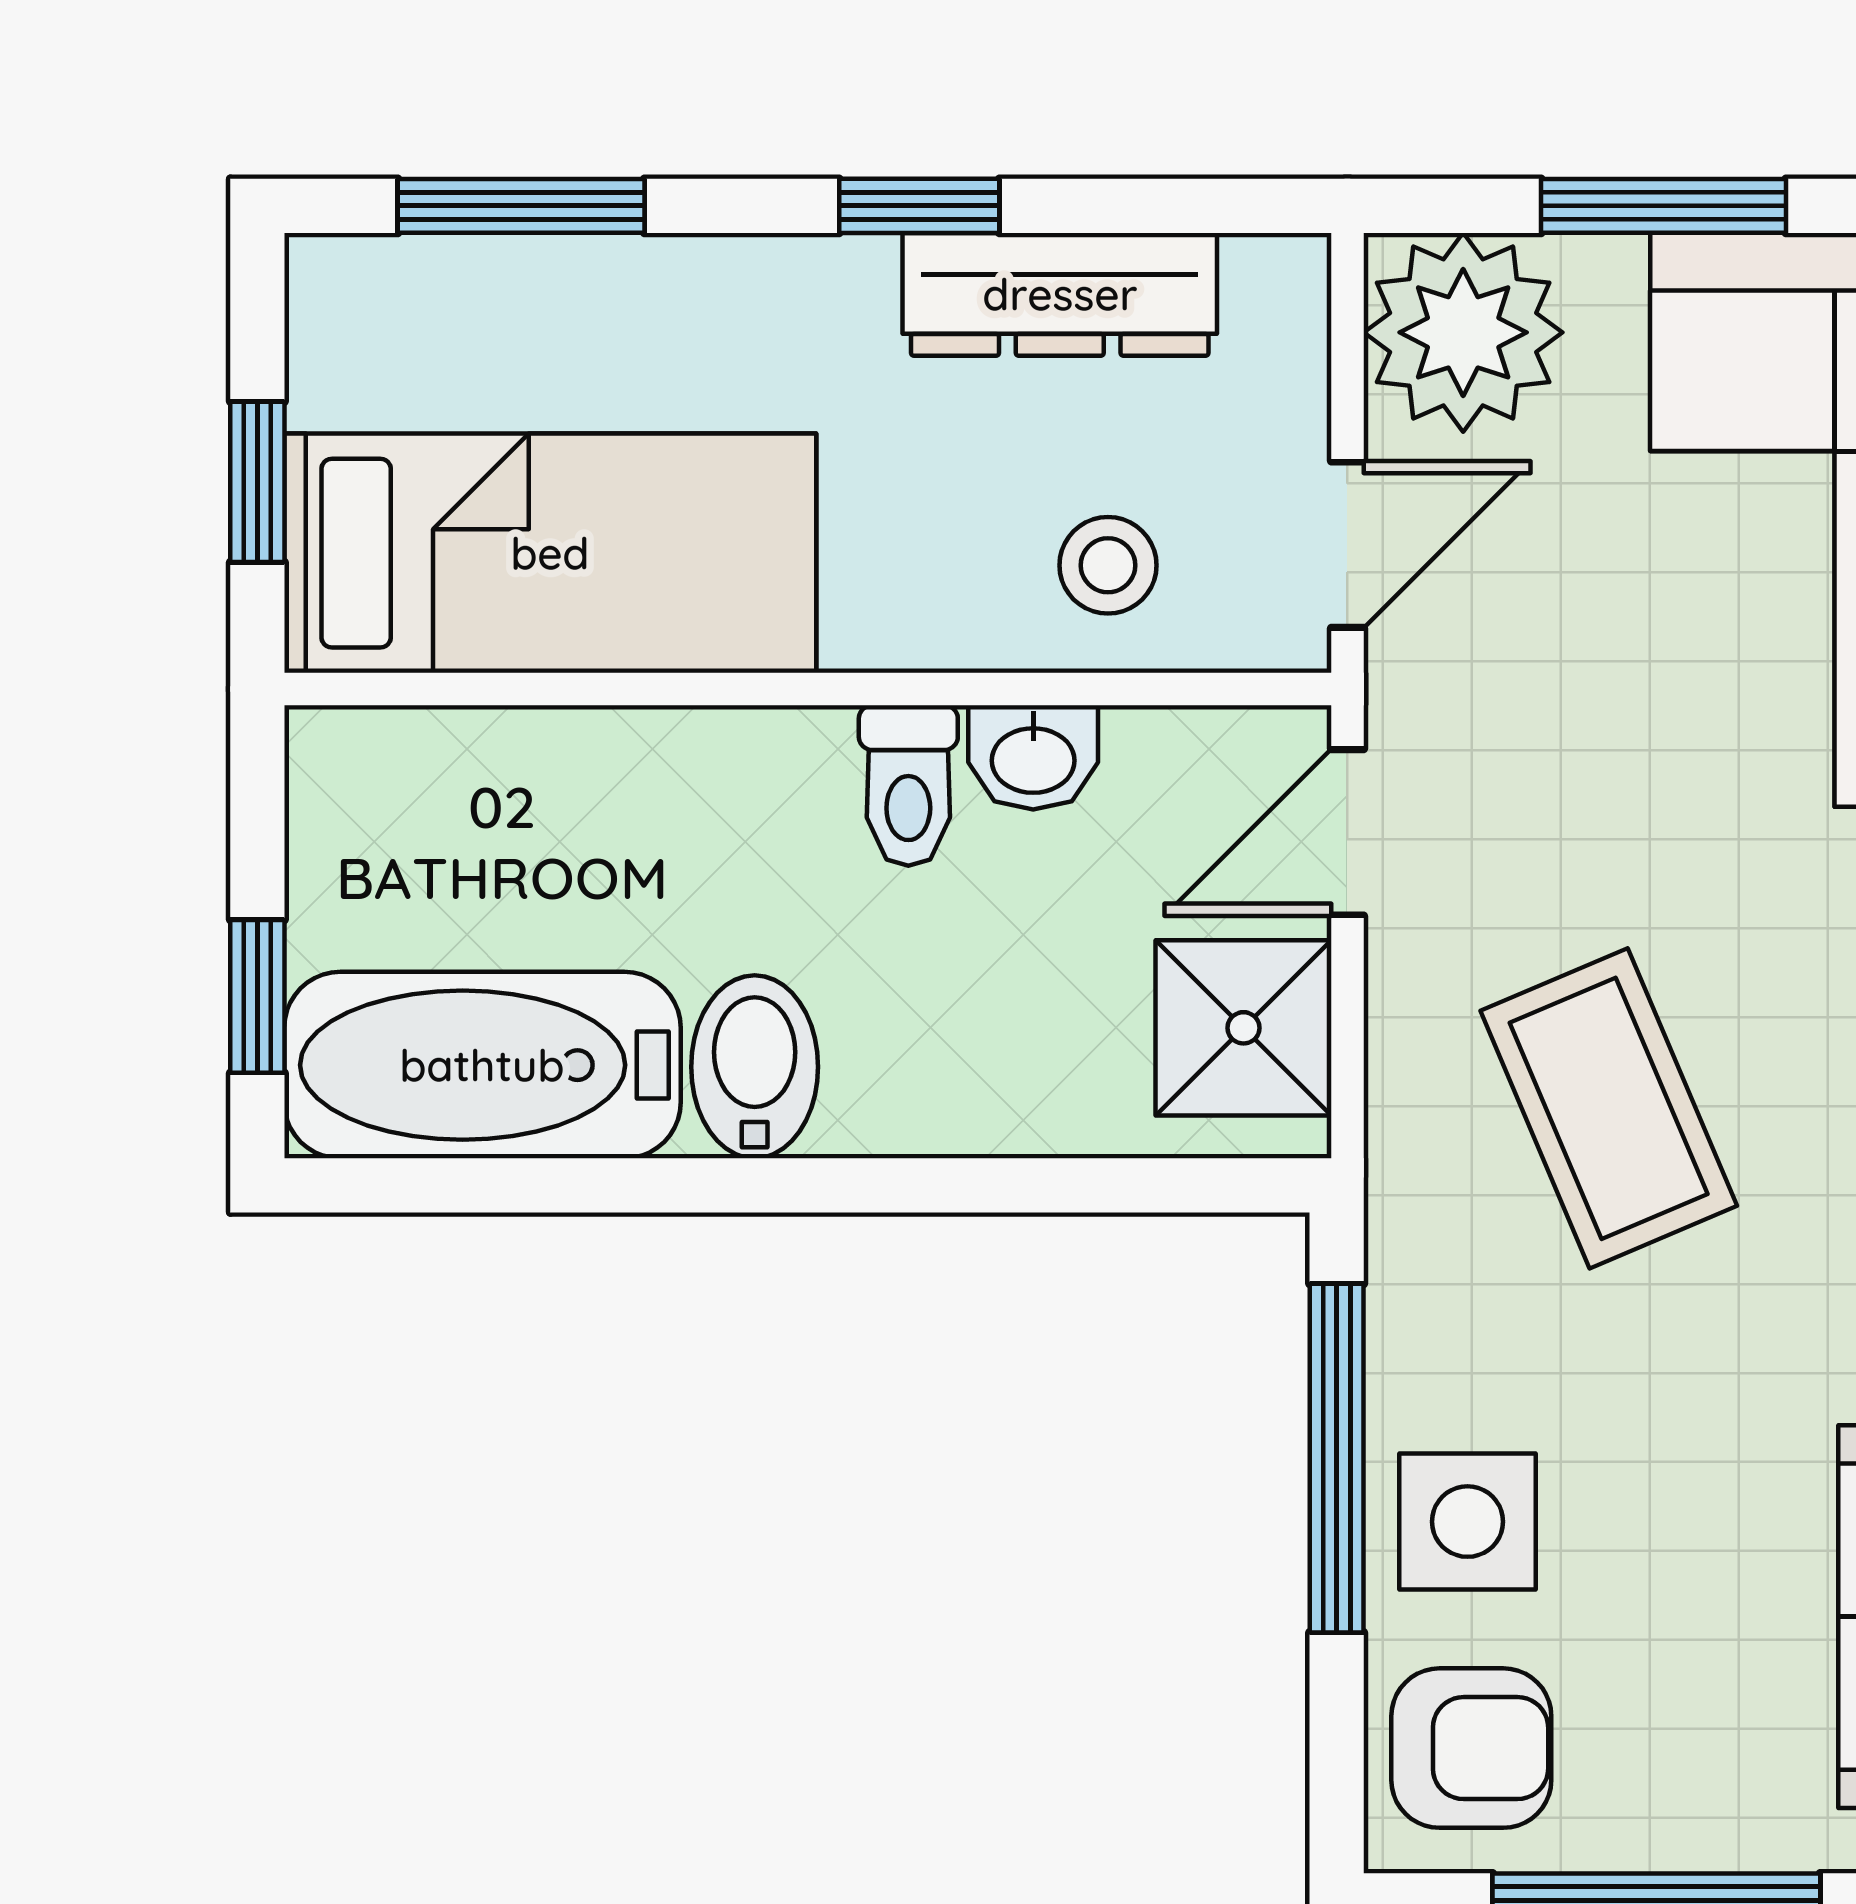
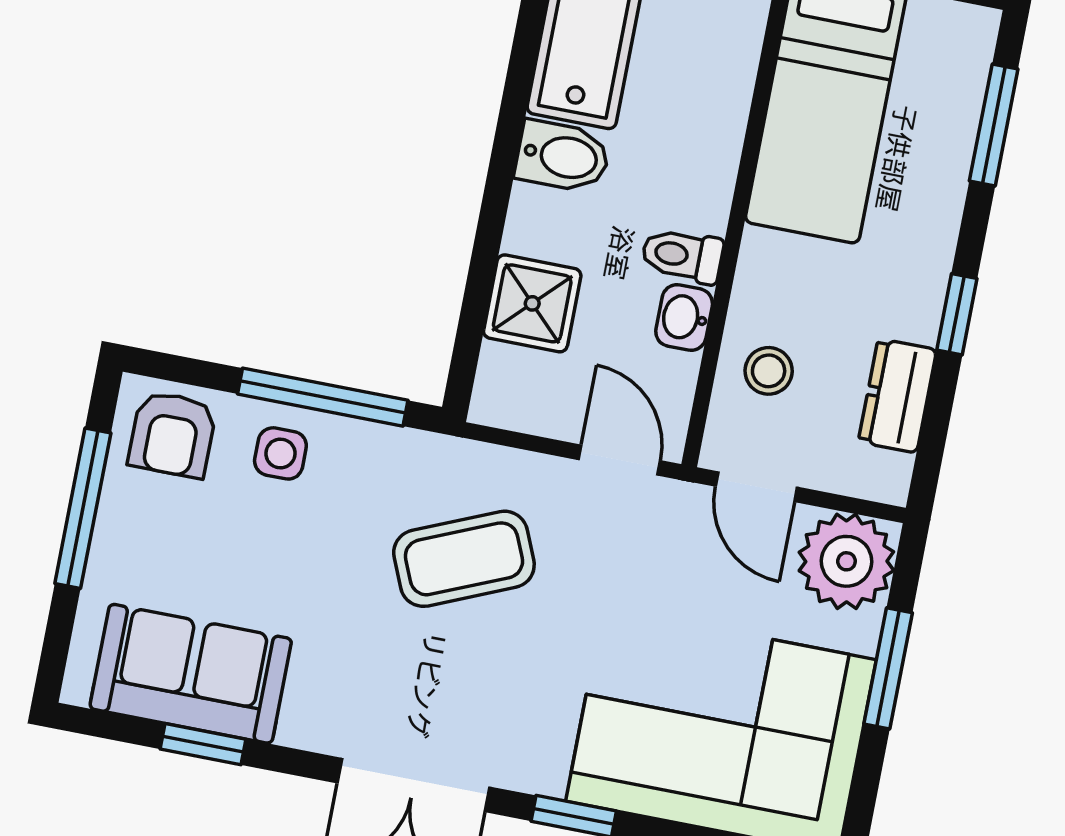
dresser: (1060, 294) -> (897, 396), width x0.70
shower: (1243, 1028) -> (532, 303), moved
side table: (1467, 1522) -> (280, 453), width x0.73, depth x0.73

